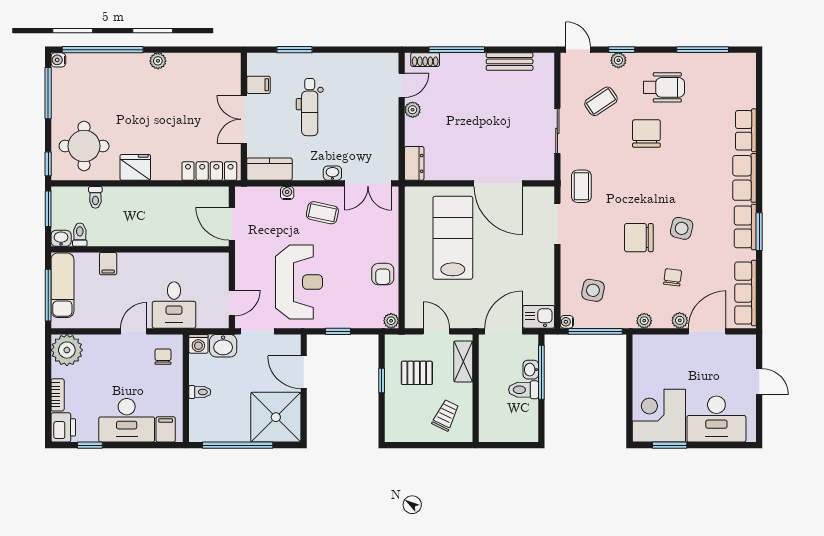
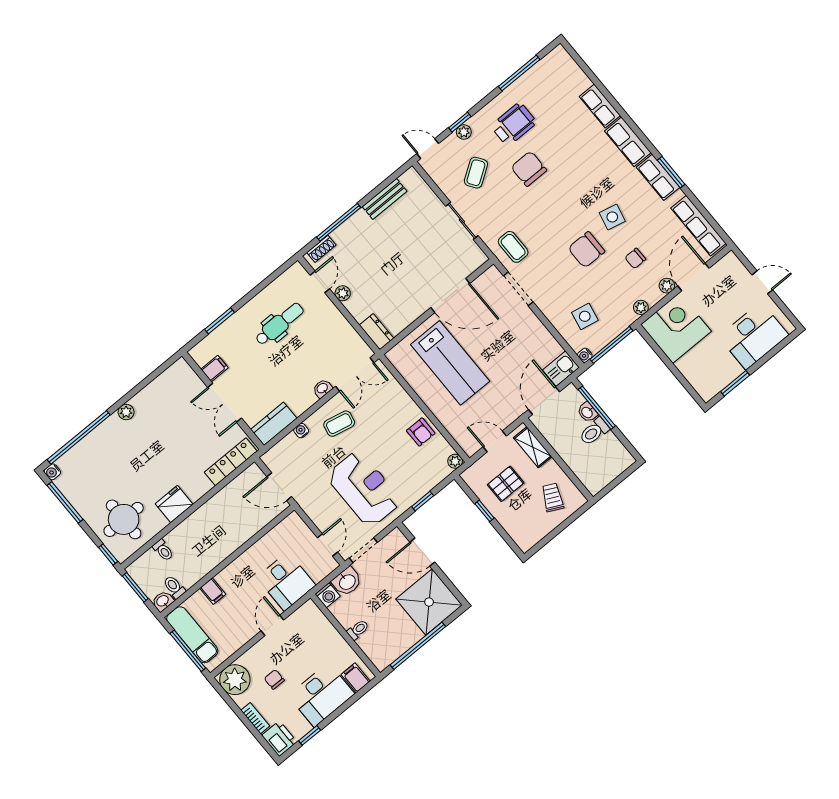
dental chair: (310, 107) -> (279, 324), moved, turned -90
lab bench: (453, 238) -> (450, 363), turned 180
chair: (673, 277) -> (635, 258), turned -97
chair: (163, 357) -> (274, 679), moved
corner desk: (659, 416) -> (676, 328), moved, turned 90

